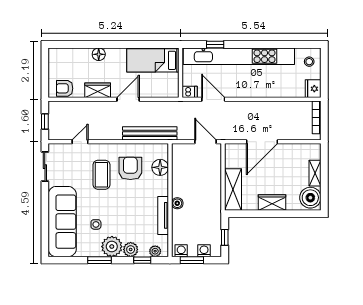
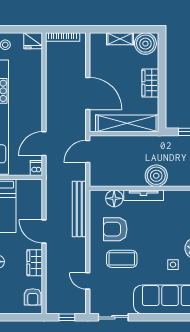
shelving: (233, 190) -> (127, 123), width x1.47
boiler: (177, 203) -> (156, 176), width x1.86, depth x1.86
tv unit: (163, 215) -> (144, 195), moved

